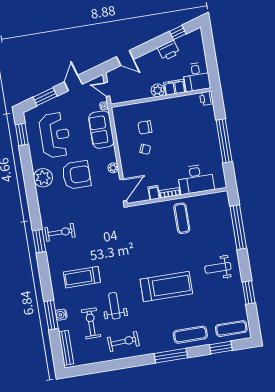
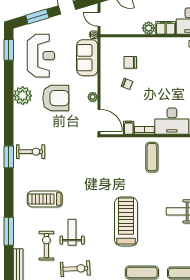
door: (123, 190) -> (99, 120), hinge flipped
treadmill: (166, 286) -> (126, 221), turned -90
water cooler: (61, 315) -> (19, 232), removed

